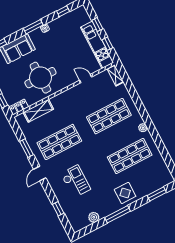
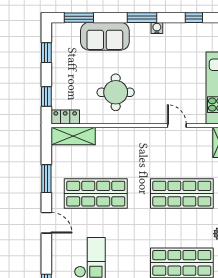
round table: (40, 78) -> (116, 92), width x0.73, depth x0.73
shelving: (38, 111) -> (73, 136), moved
door: (40, 173) -> (46, 223), swing flipped

